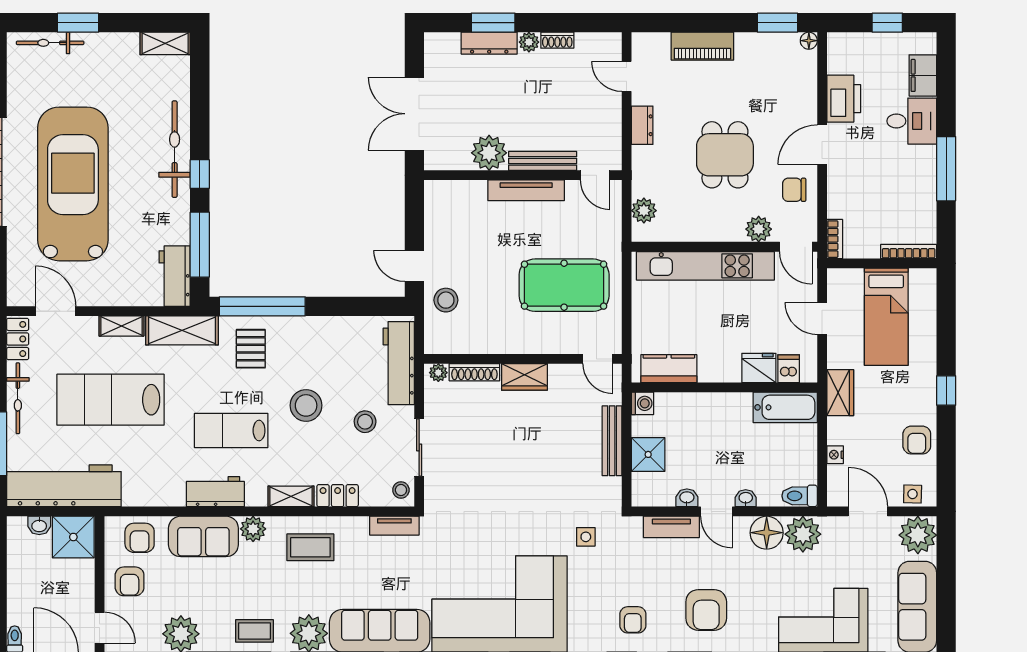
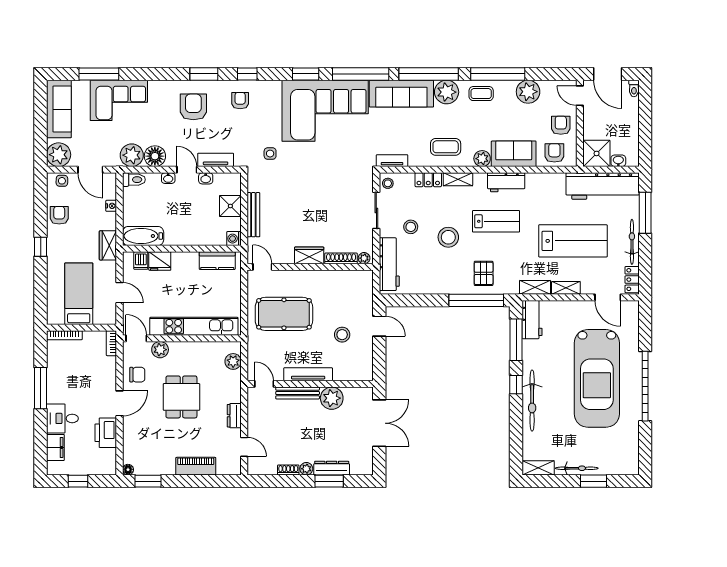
bicycle: (50, 43) -> (577, 468), moved
stool: (446, 300) -> (342, 335), moved
shelving: (182, 330) -> (535, 287), width x0.67, depth x0.75

